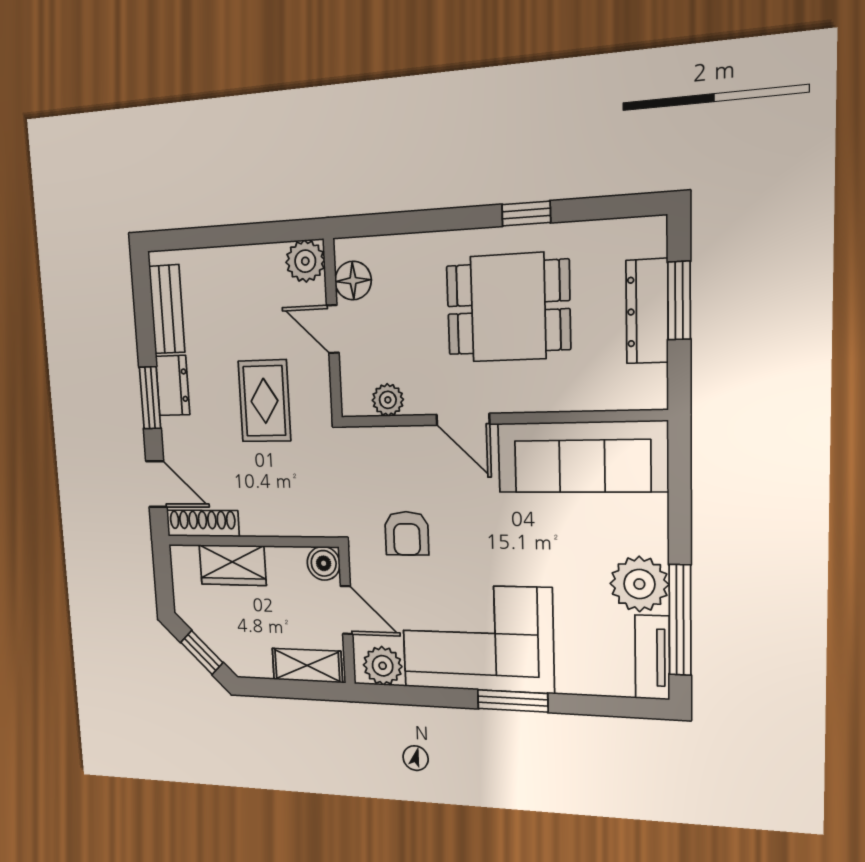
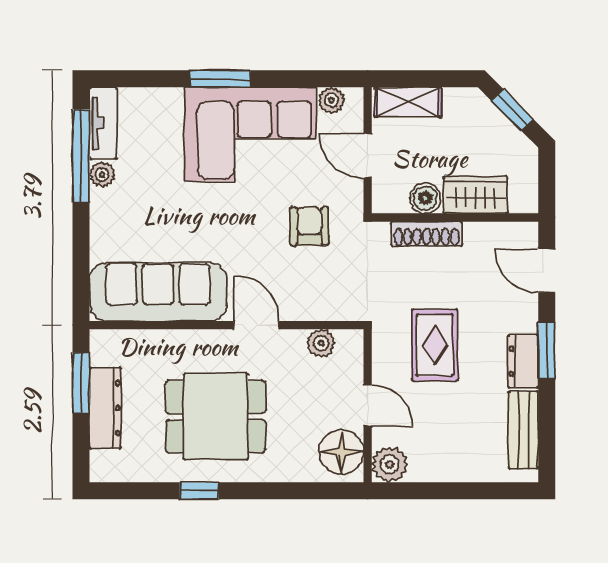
floor lamp: (353, 281) -> (341, 452), width x1.38, depth x1.38
window: (679, 301) -> (81, 383), moved
shoe rack: (203, 523) -> (427, 234), moved
boiler: (324, 563) -> (425, 198), moved
plant: (639, 584) -> (102, 175), width x0.53, depth x0.53
plant: (383, 666) -> (331, 100), width x0.73, depth x0.73

